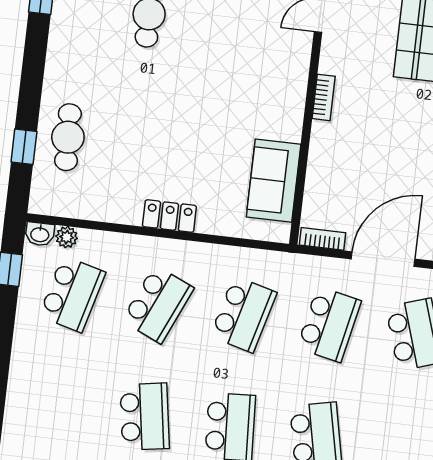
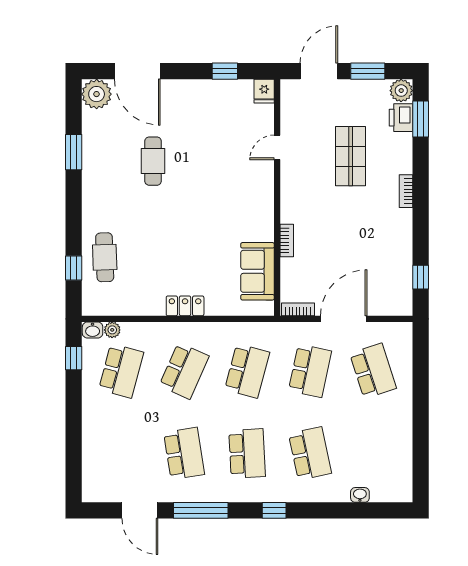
bookcase: (324, 97) -> (287, 241), moved

